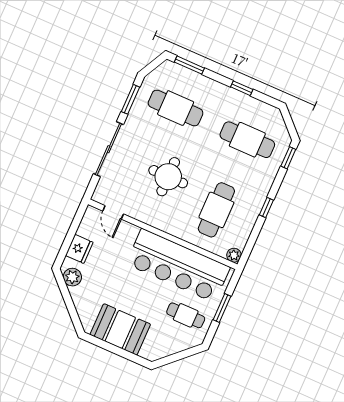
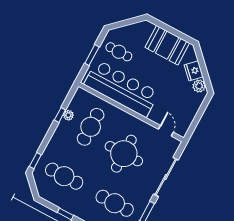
round table: (168, 177) -> (124, 154), width x1.36, depth x1.36
window: (266, 207) -> (60, 115), moved
fridge: (79, 249) -> (194, 71), moved, turned -45
plant: (234, 255) -> (68, 115), moved

